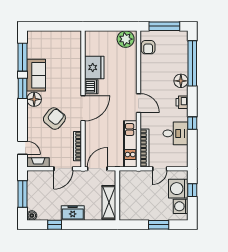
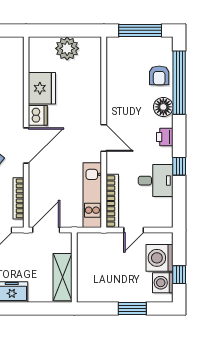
plant: (126, 39) -> (67, 48), moved
armchair: (148, 47) -> (159, 75), moved
window: (192, 190) -> (179, 275), moved

